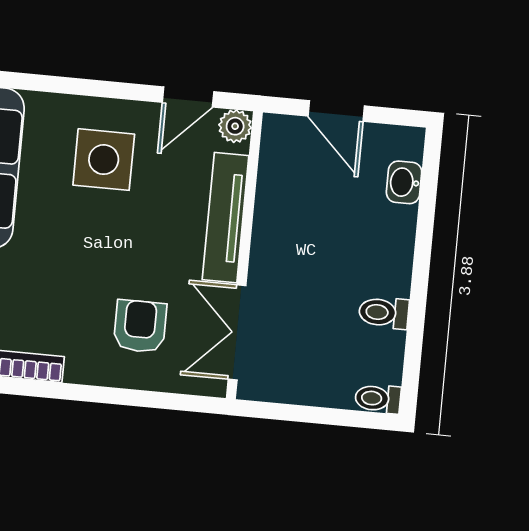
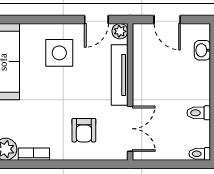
armchair: (140, 326) -> (84, 130), turned 180
double door: (237, 332) -> (130, 129), swing flipped

